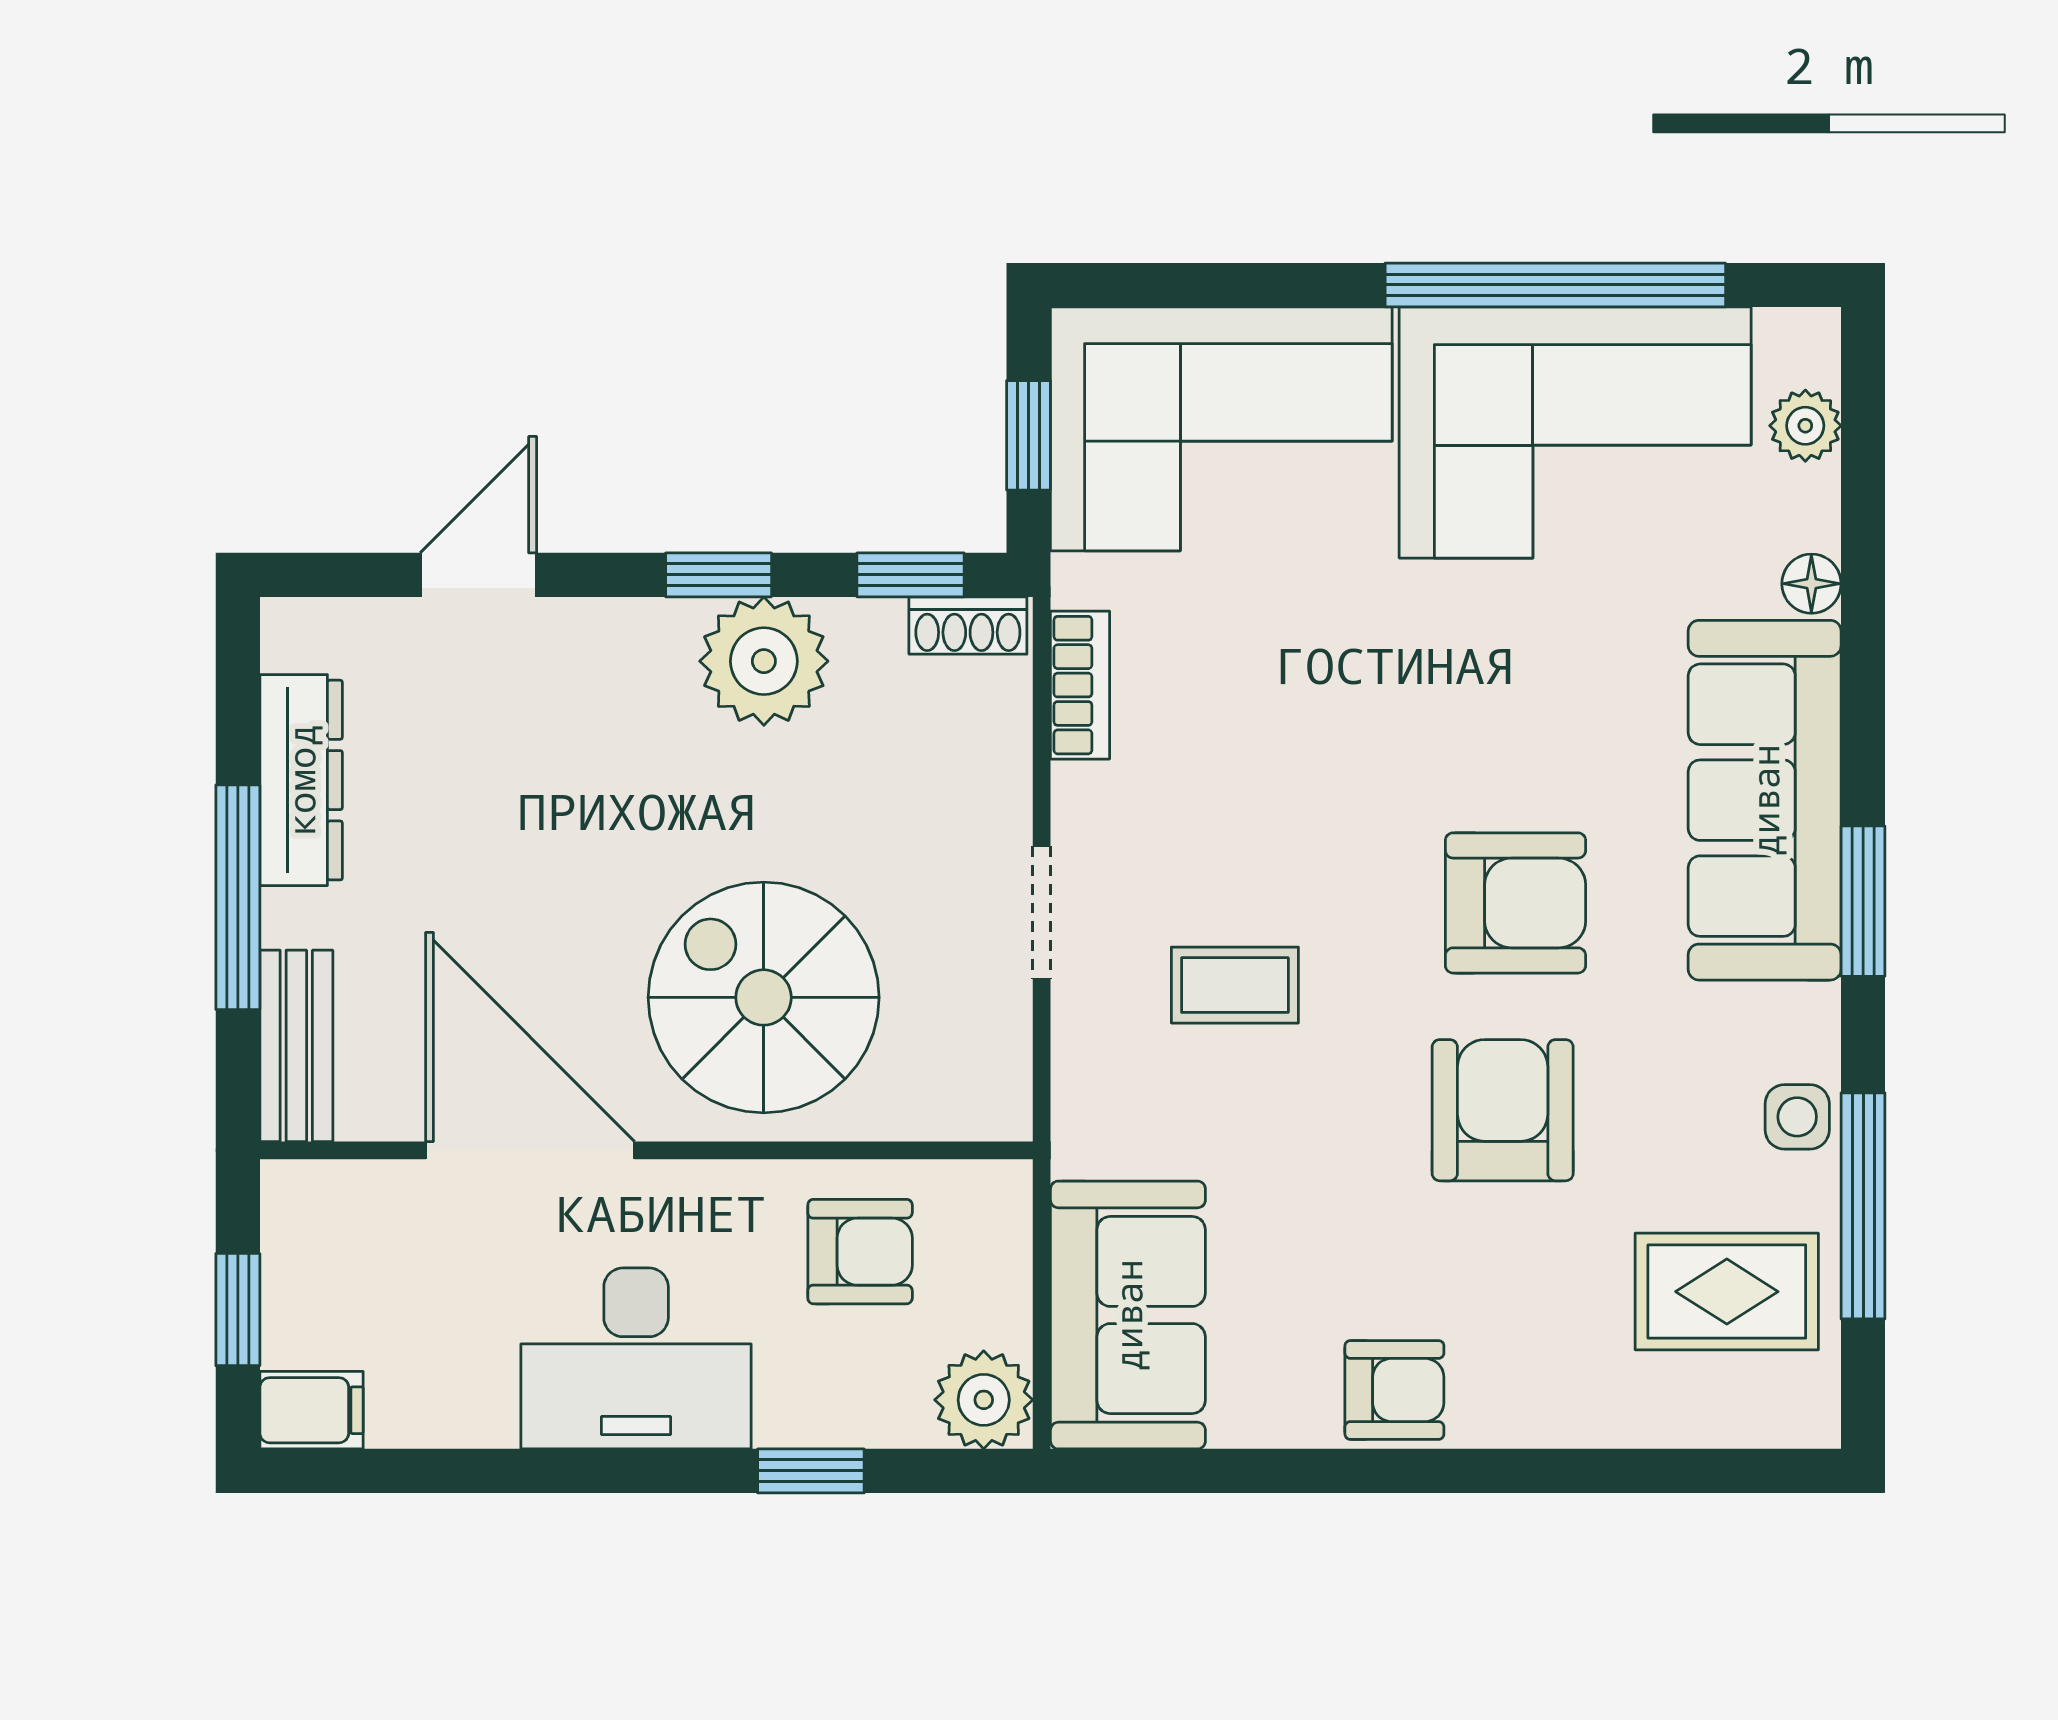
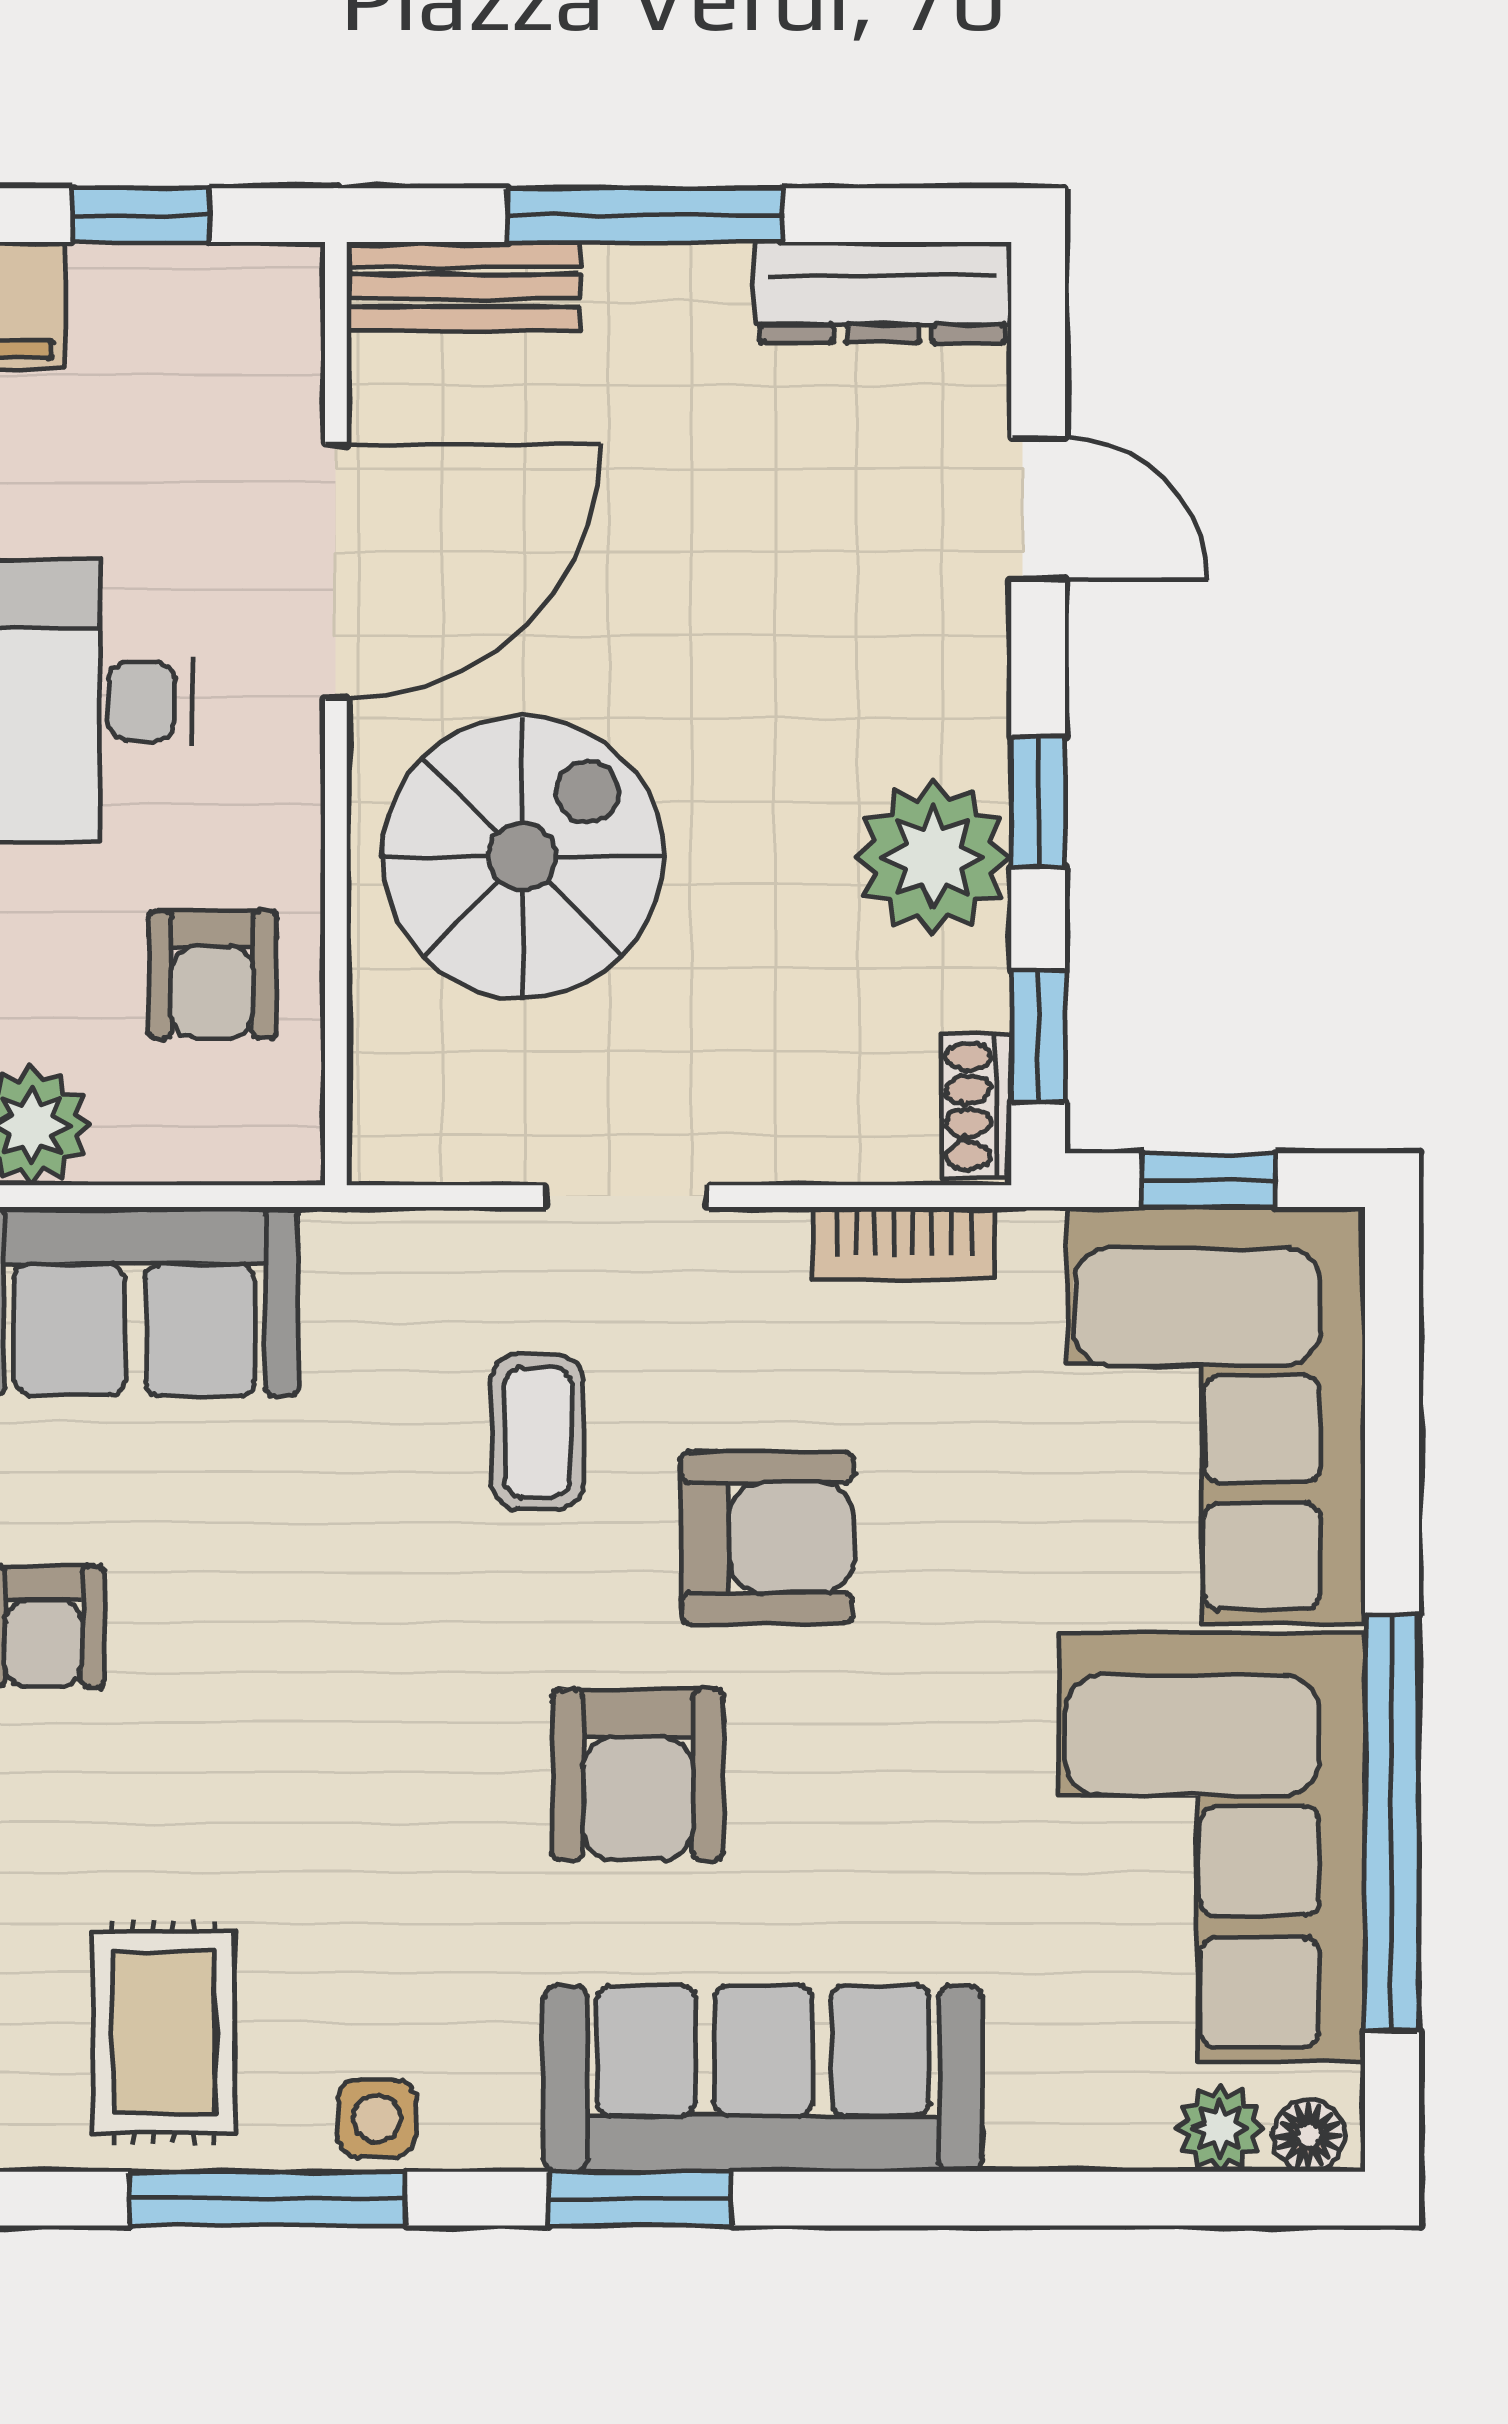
floor lamp: (1811, 584) -> (1309, 2136), moved
dresser: (301, 780) -> (883, 292), moved
armchair: (1503, 1110) -> (767, 1538), moved

